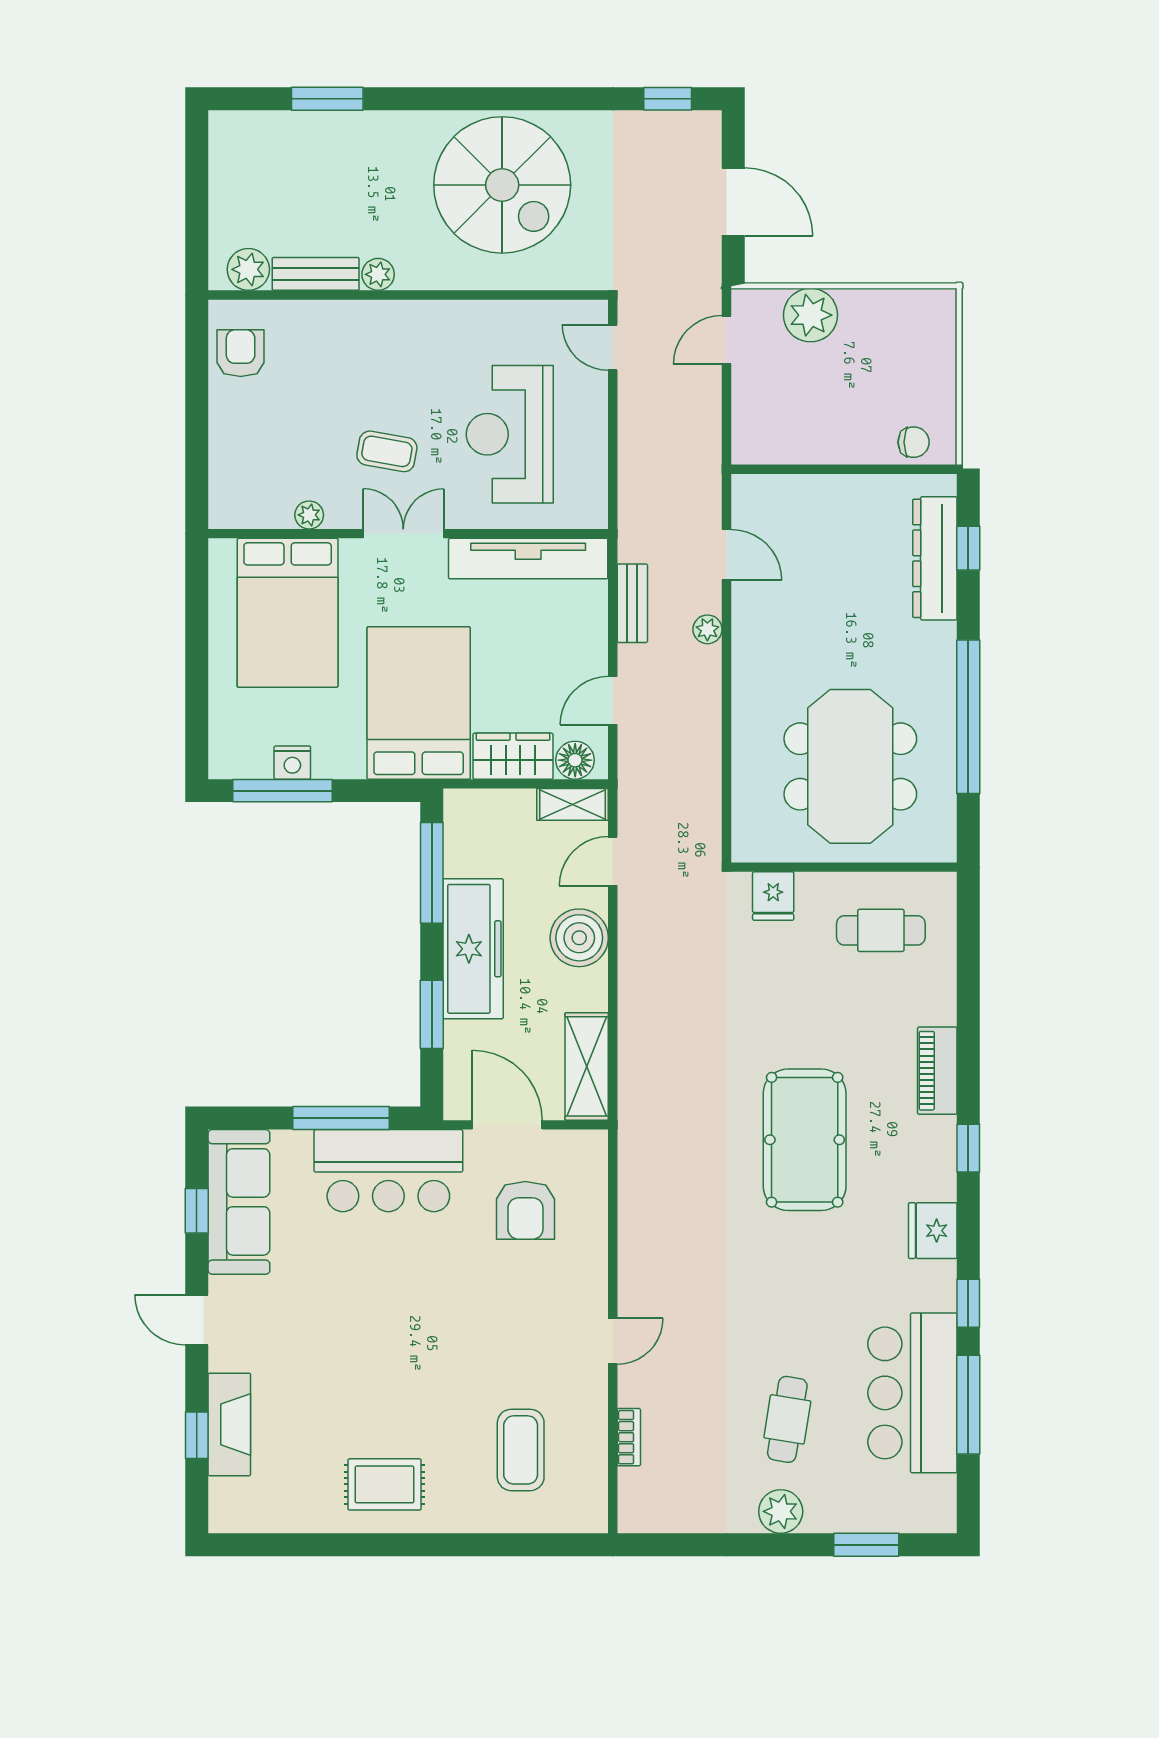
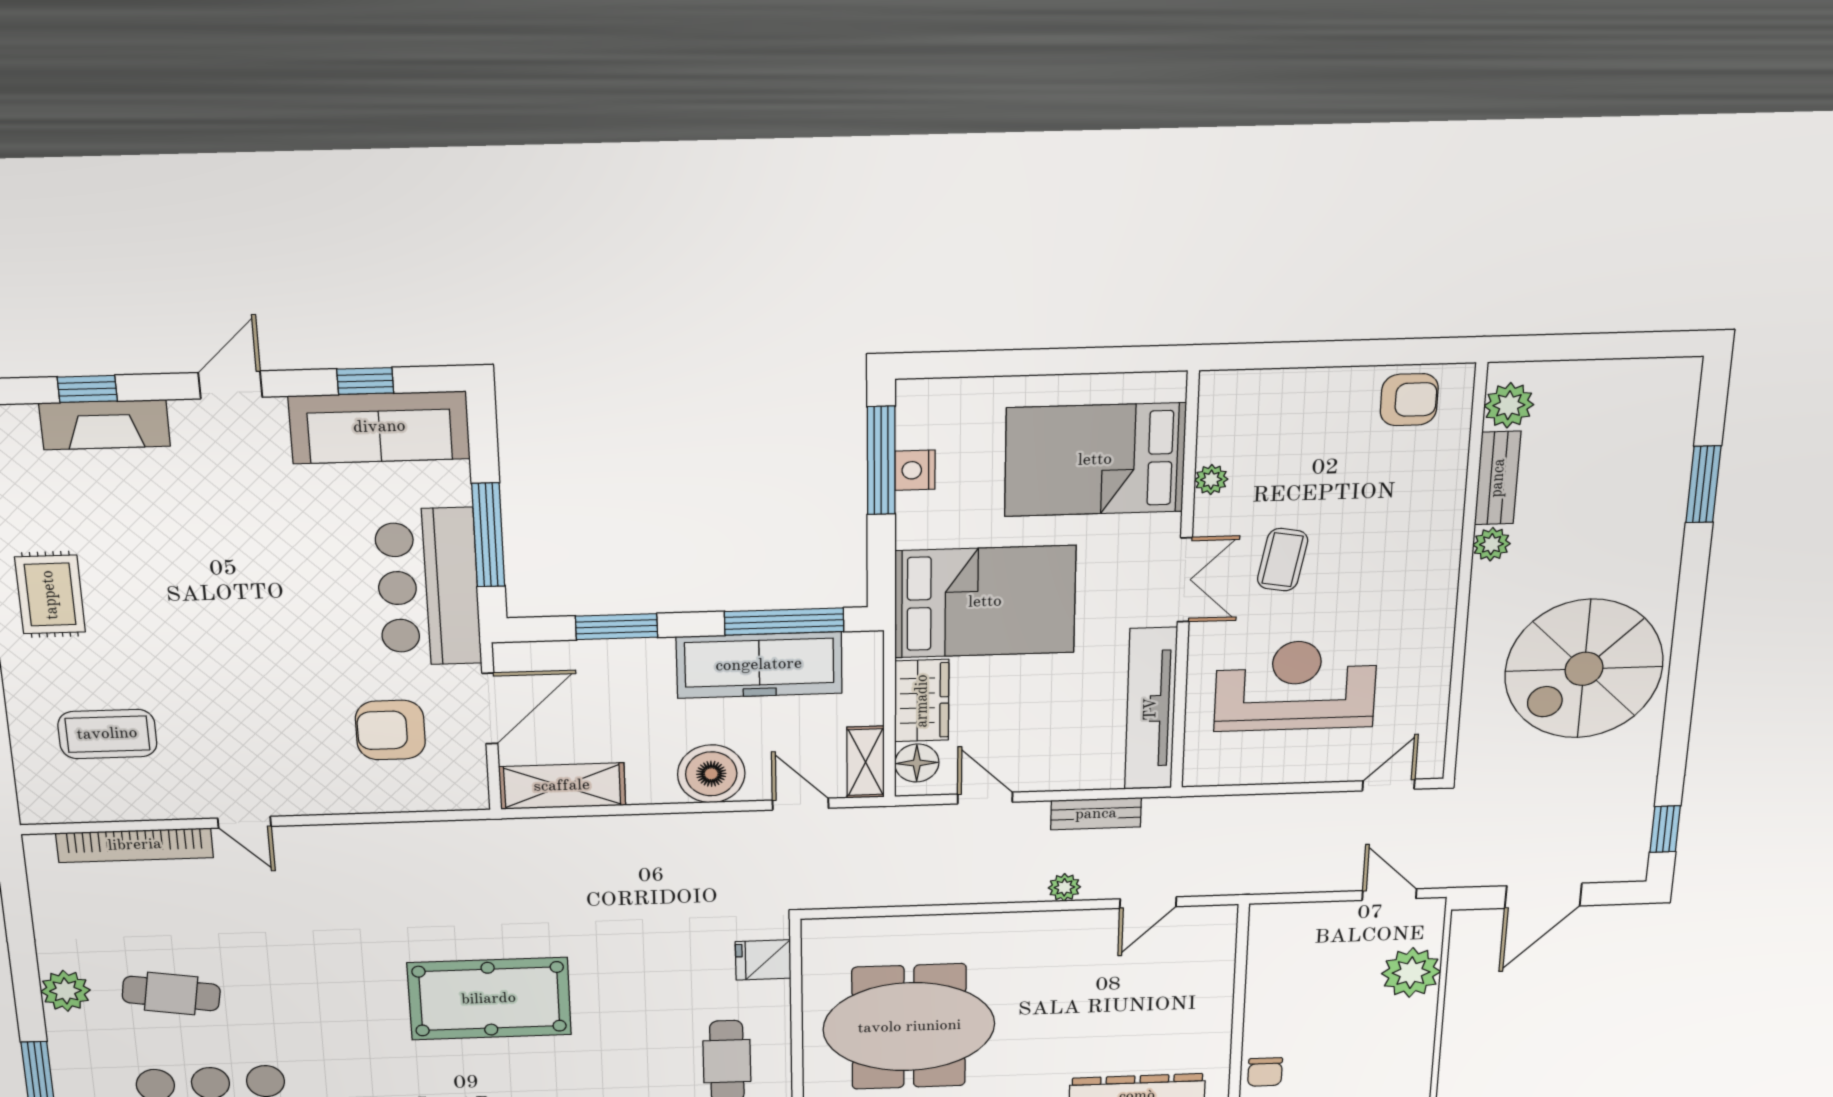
freezer: (473, 949) -> (759, 665), moved
bookcase: (629, 1437) -> (135, 845), width x2.31, depth x1.31

